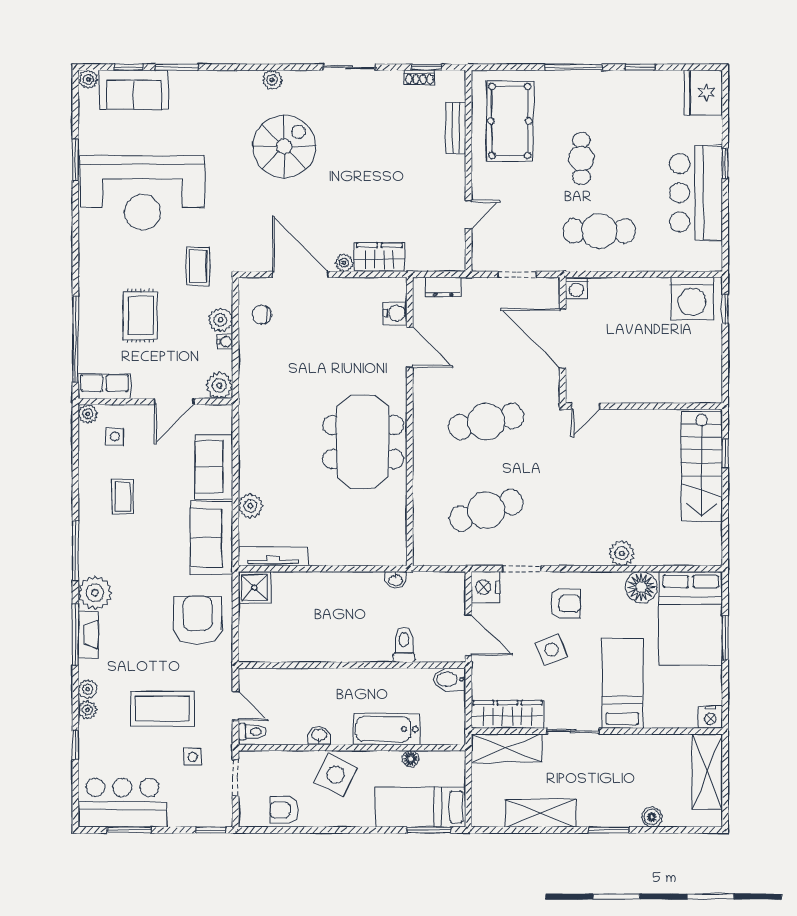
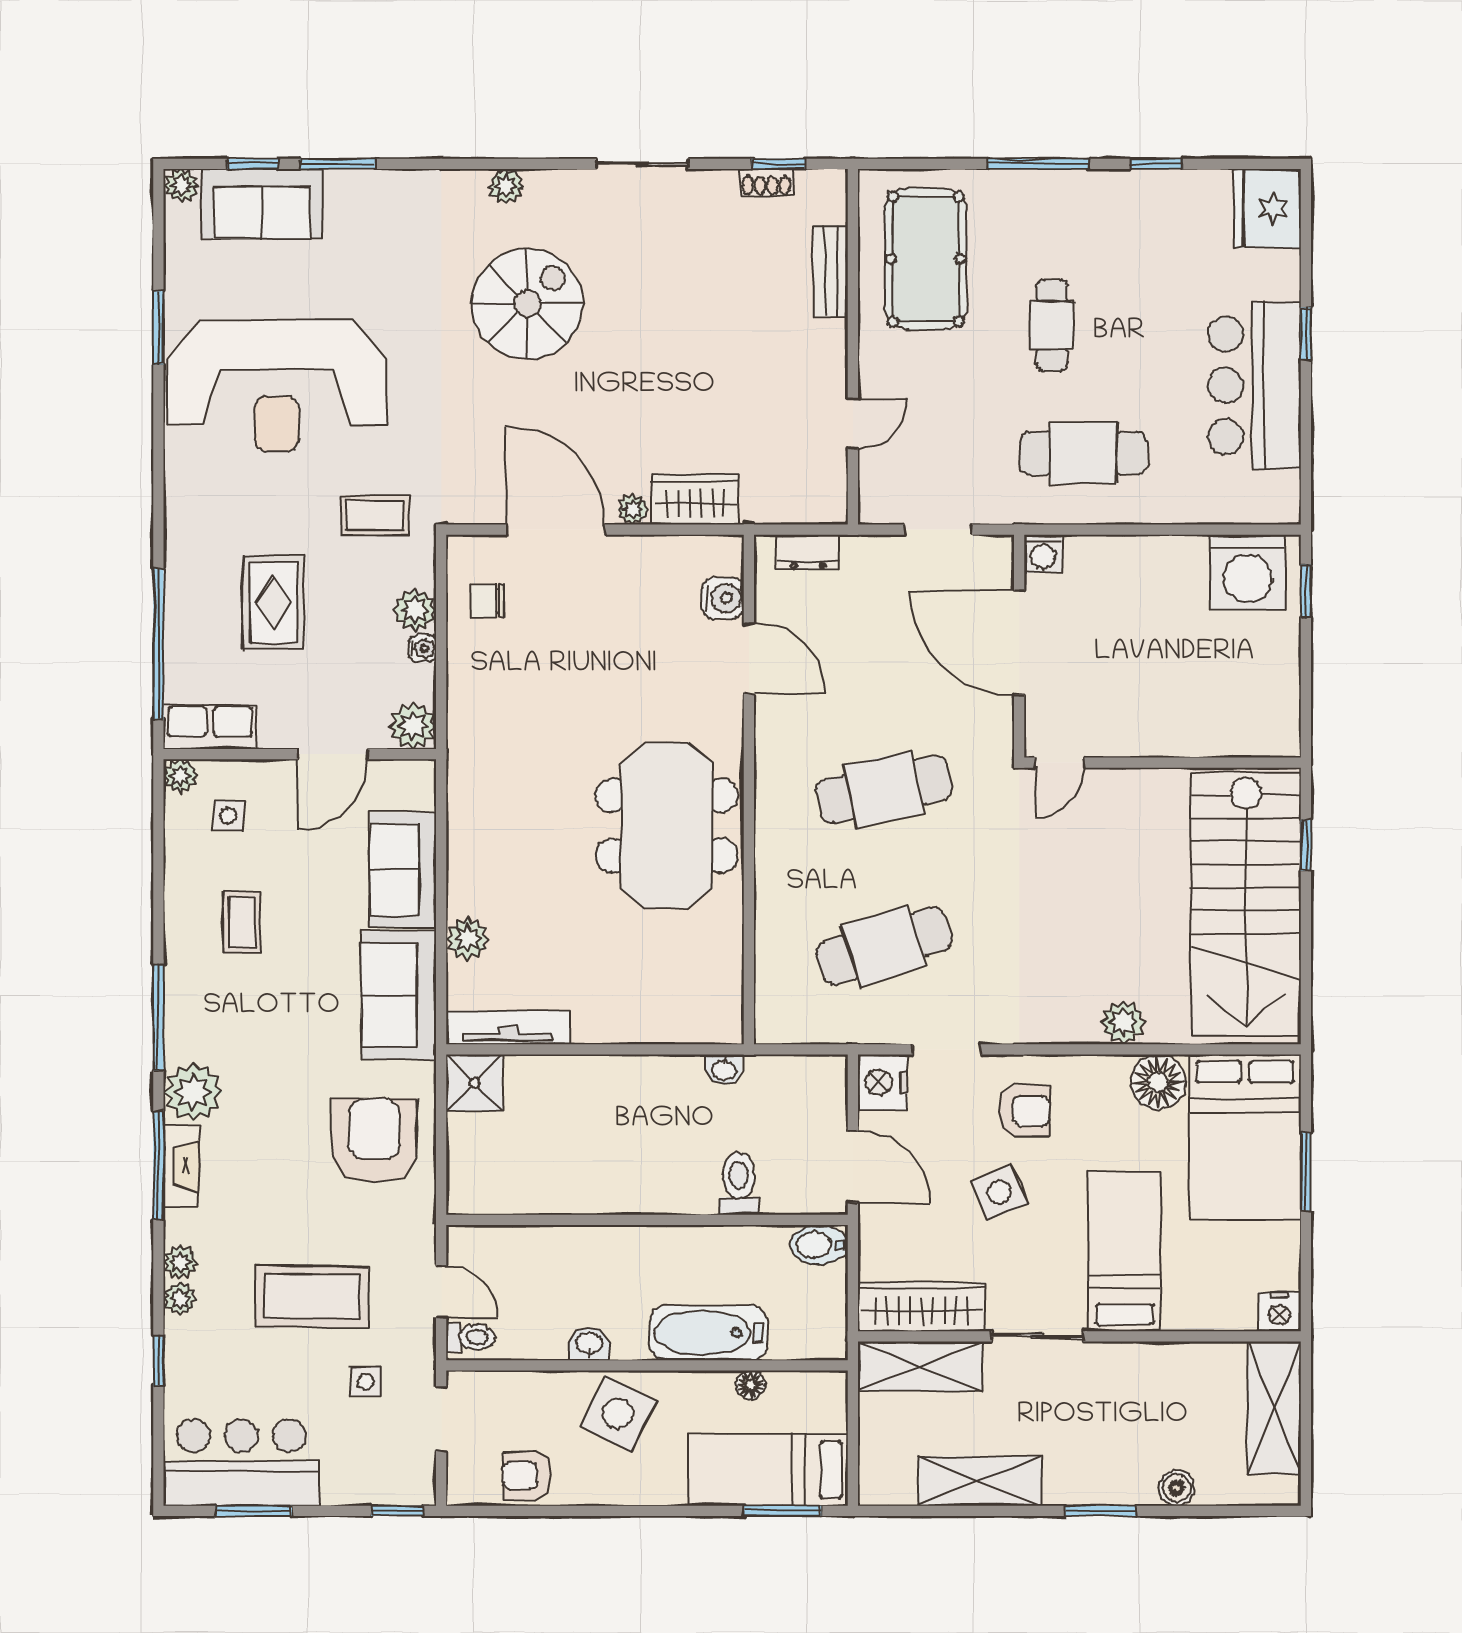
coffee table: (198, 266) -> (375, 515), turned 90
stairs: (702, 466) -> (1246, 904), width x1.36, depth x1.51

